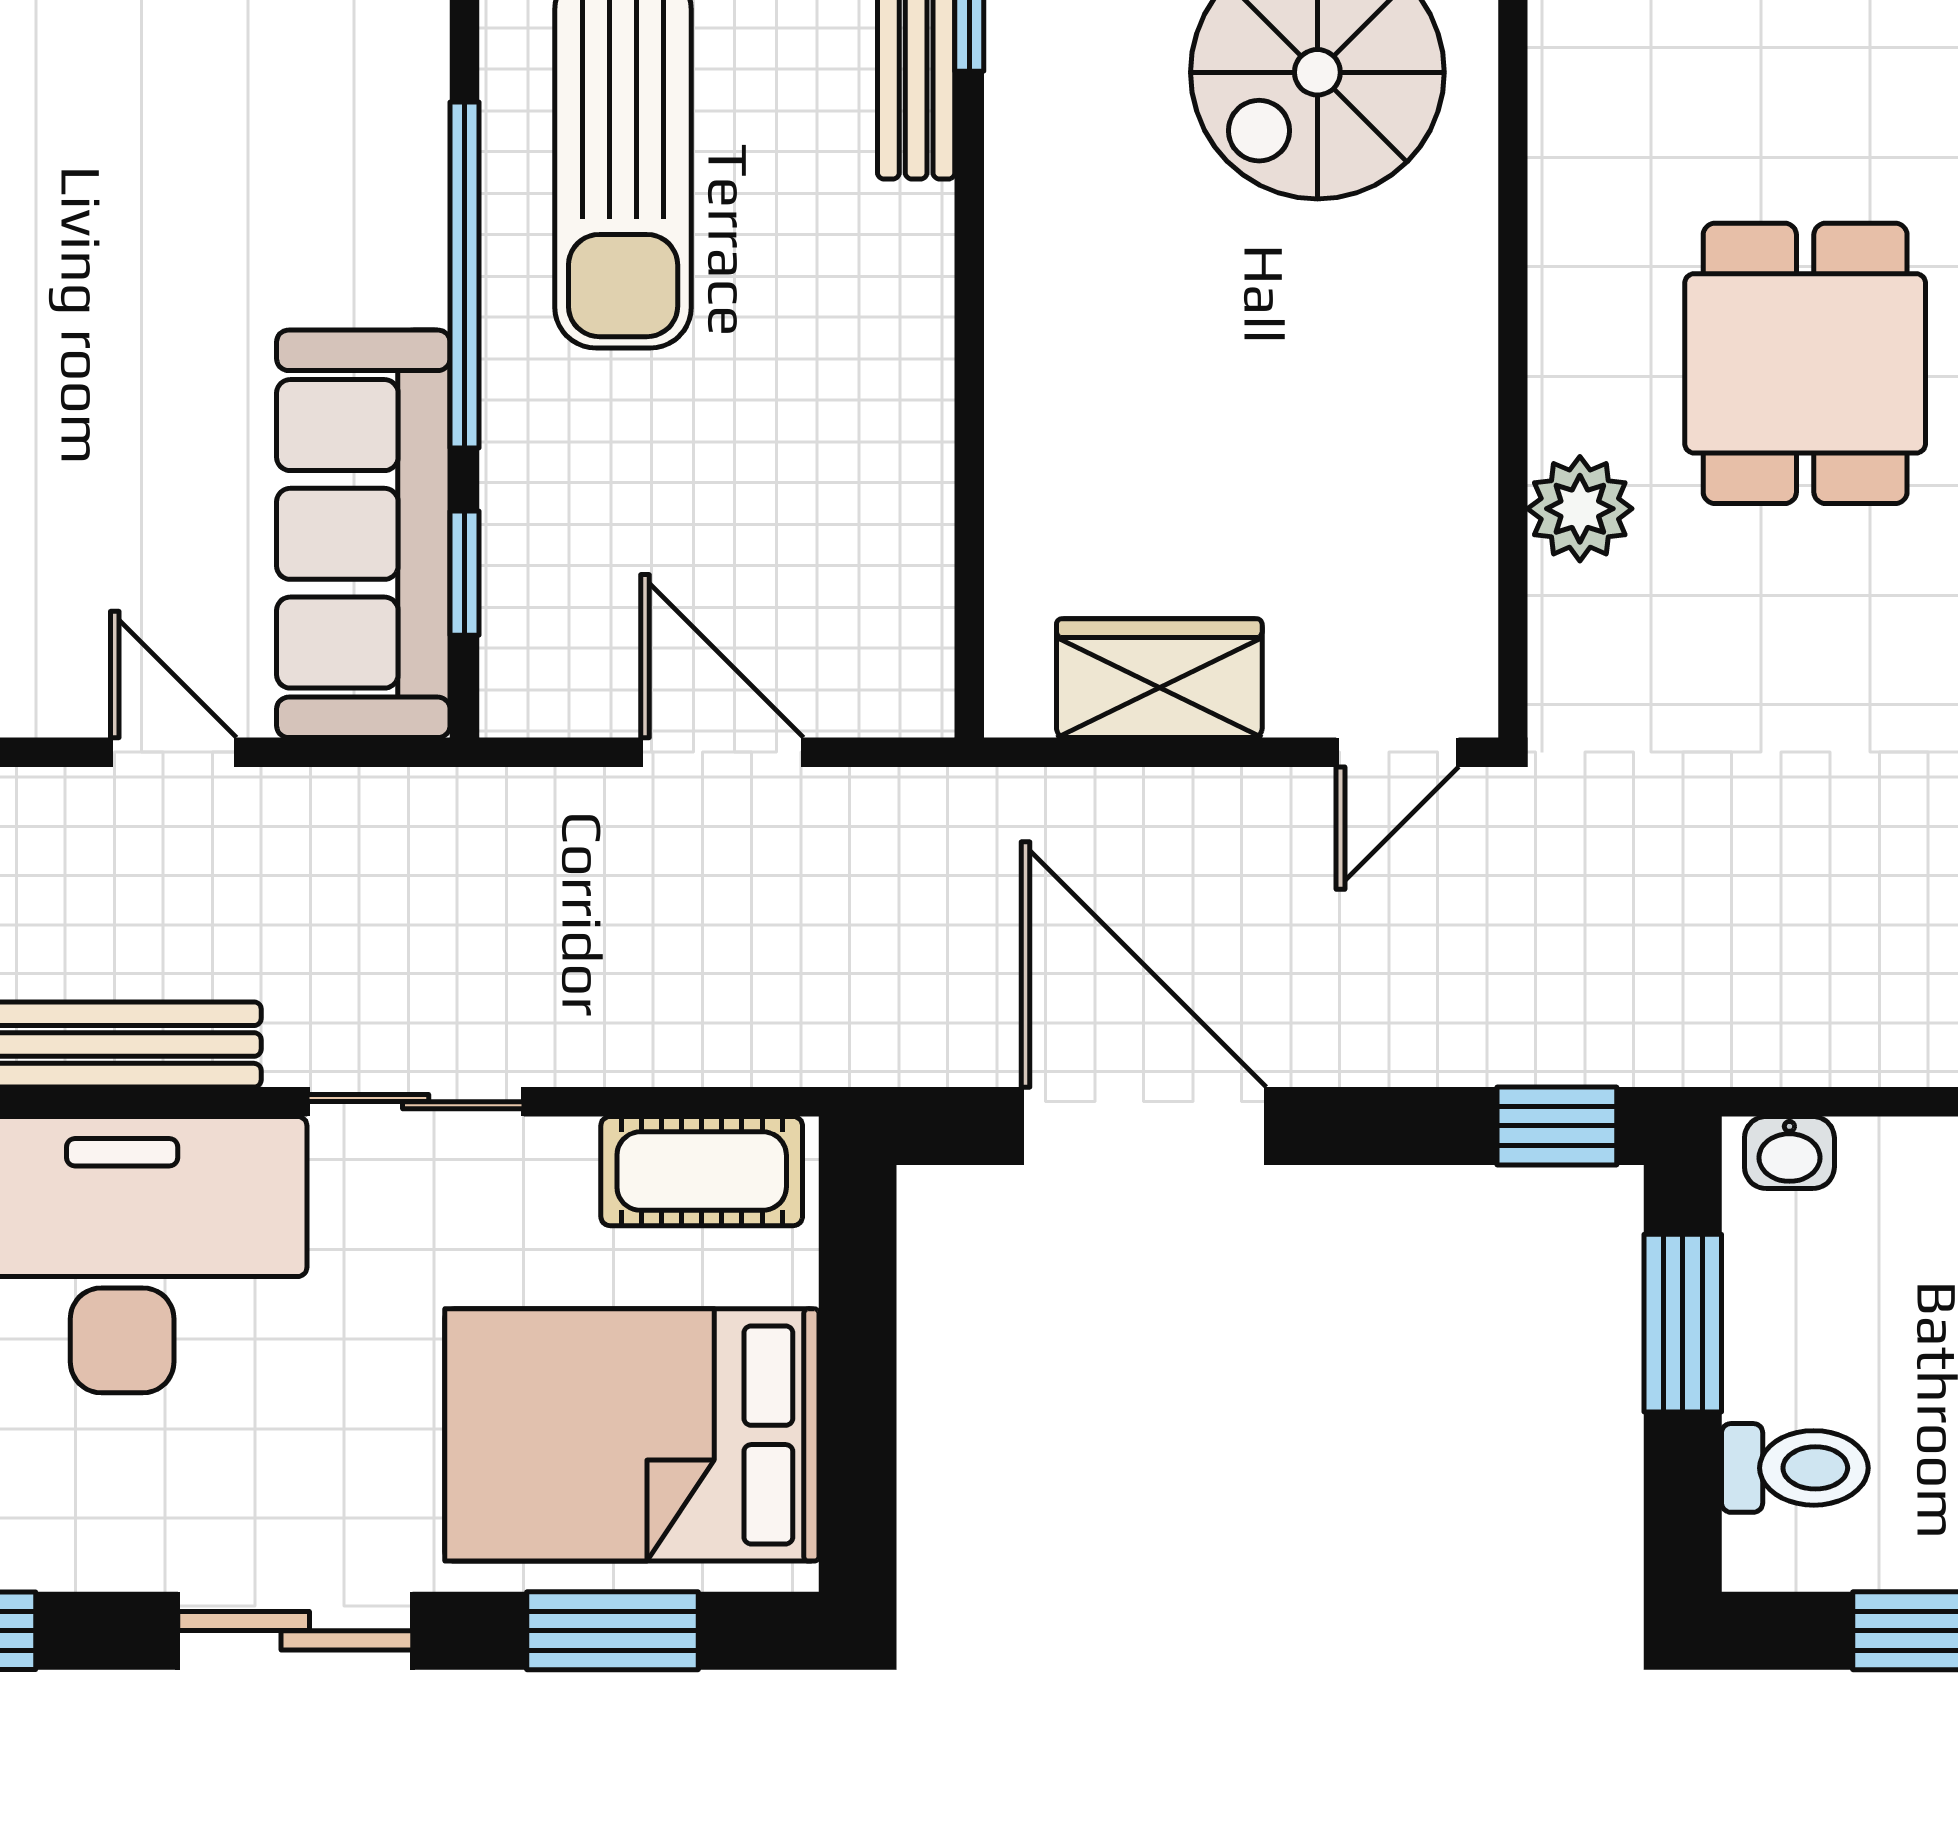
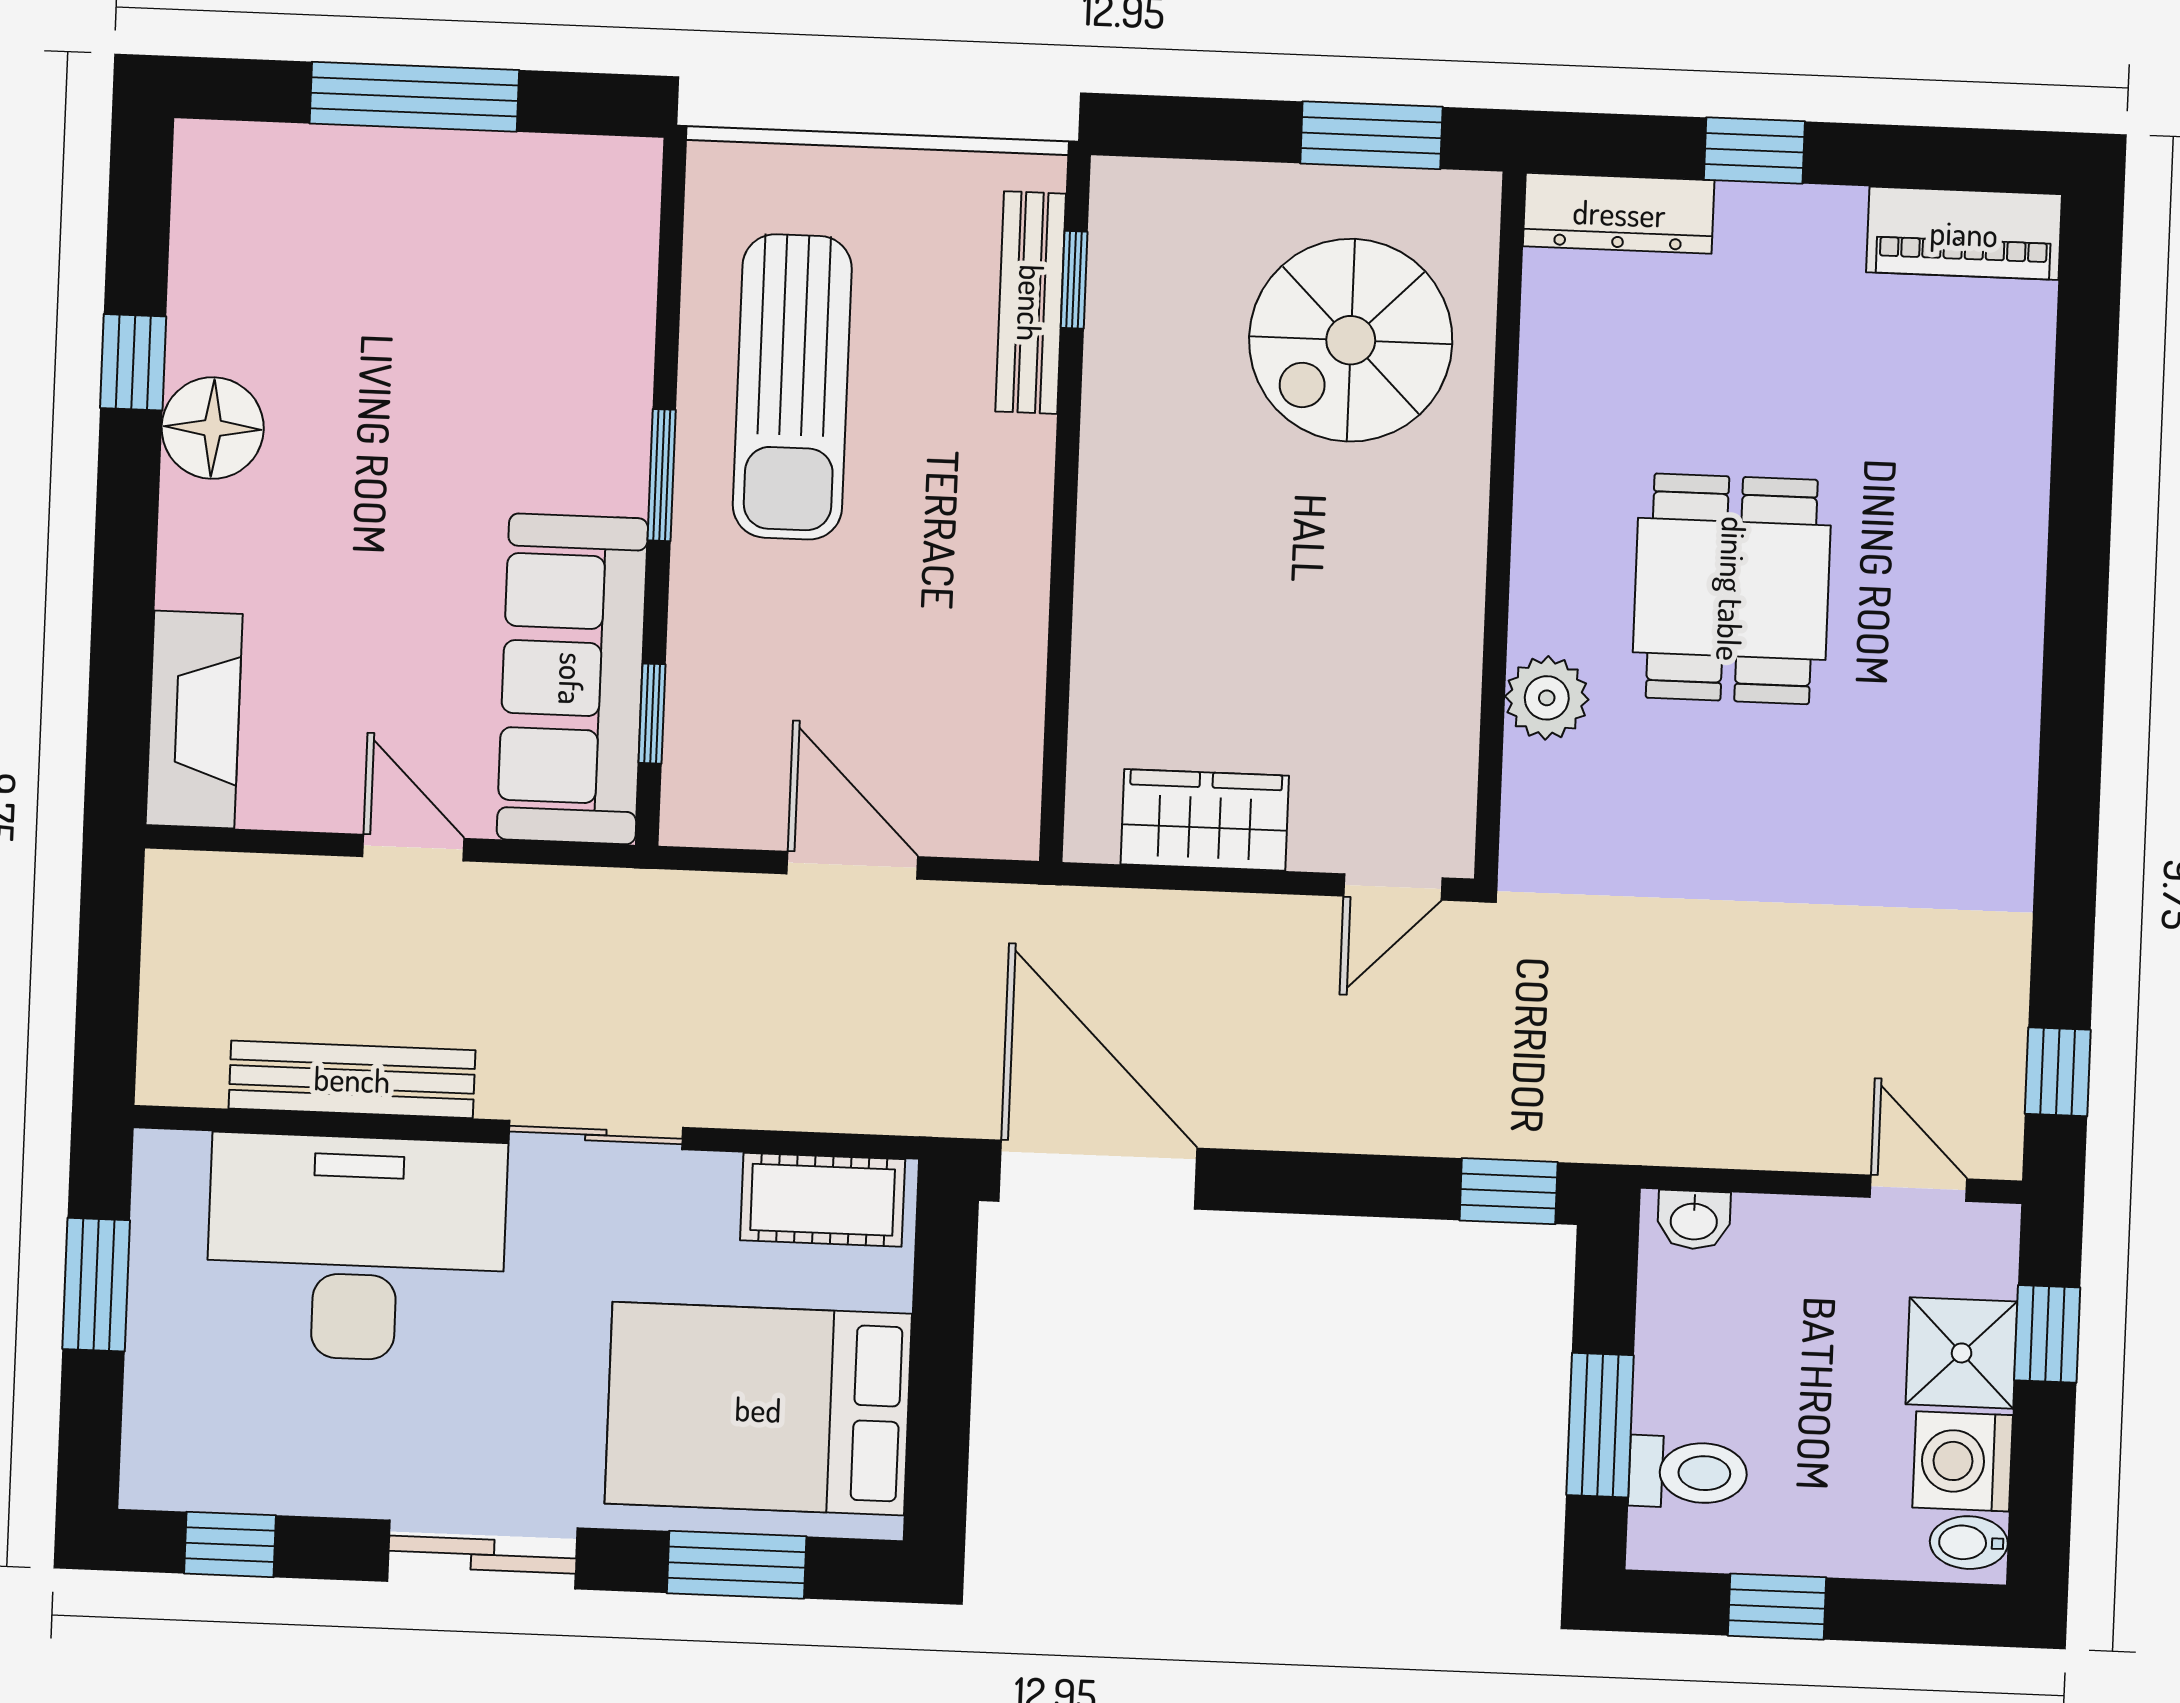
window: (465, 275) -> (662, 475), width x0.47
door: (1144, 1126) -> (1098, 1175), moved
window: (1683, 1323) -> (1600, 1425), moved

